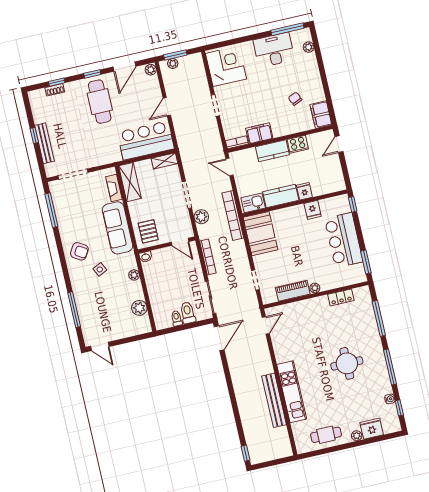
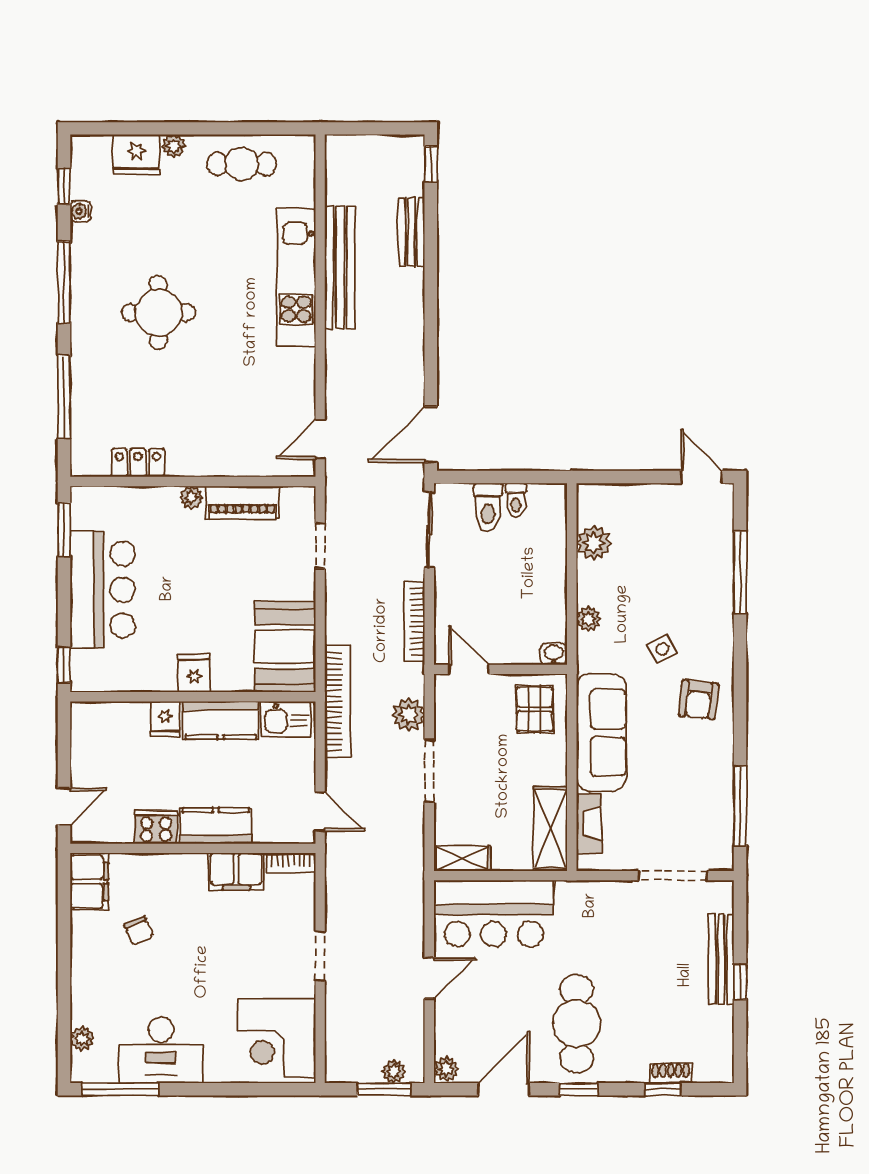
fridge: (313, 210) -> (194, 673), moved
armchair: (79, 251) -> (699, 700), turned -116
bench: (247, 422) -> (412, 232), added

